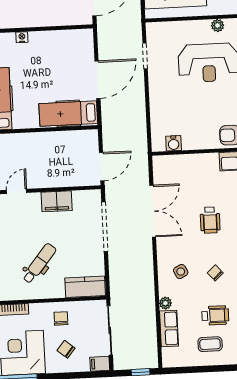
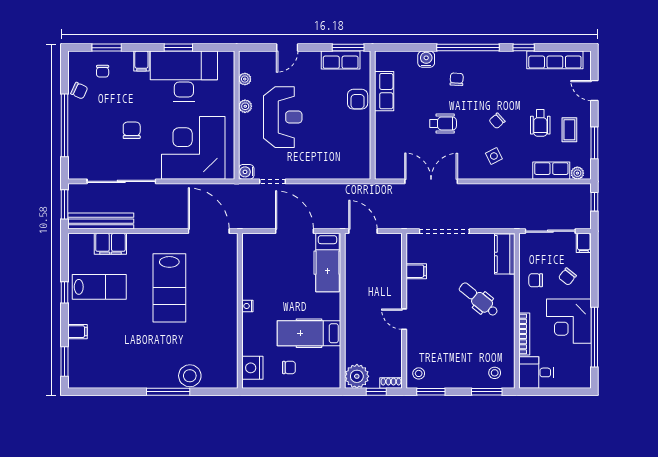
water cooler: (174, 143) -> (246, 172), moved, turned 180
door: (102, 167) -> (363, 231), moved
filing cabinet: (57, 201) -> (416, 271), width x0.50
plant: (165, 303) -> (577, 173), moved
wheelchair: (215, 315) -> (540, 123), turned 180
window: (198, 369) -> (594, 143), added

